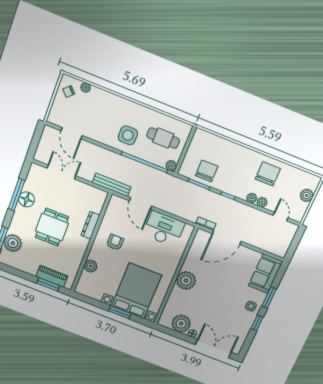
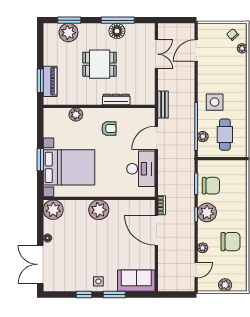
plant: (171, 166) -> (203, 137), moved
bench: (112, 185) -> (163, 105), width x0.73
plant: (252, 198) -> (207, 213), moved, width x1.88, depth x1.88
plant: (181, 324) -> (53, 210), moved
double door: (213, 349) -> (40, 264), swing flipped

